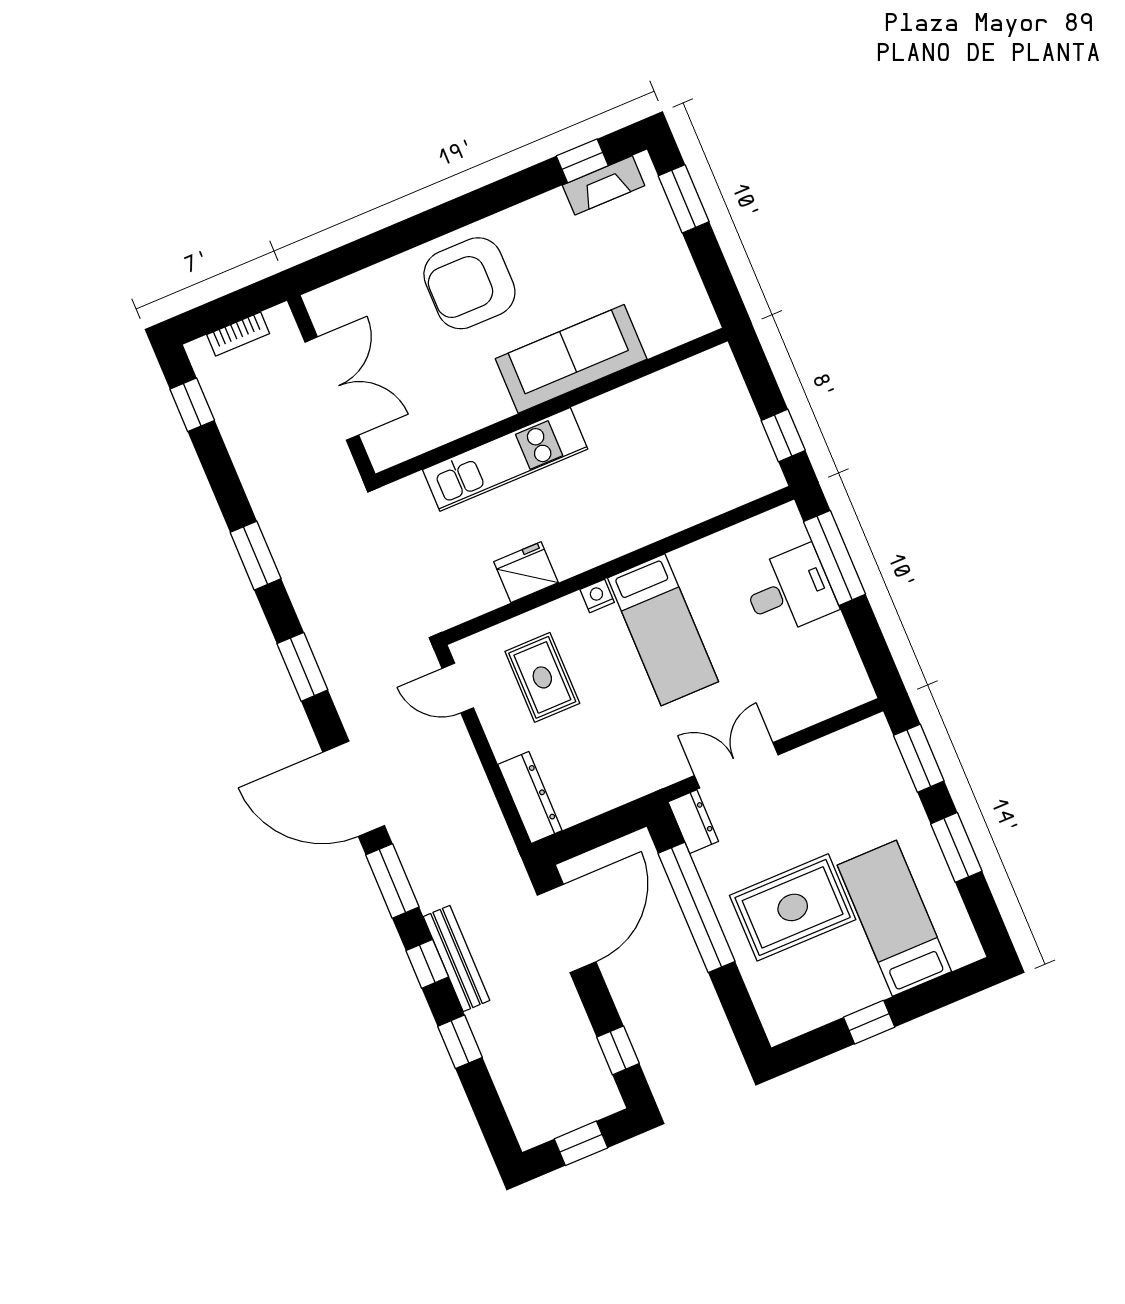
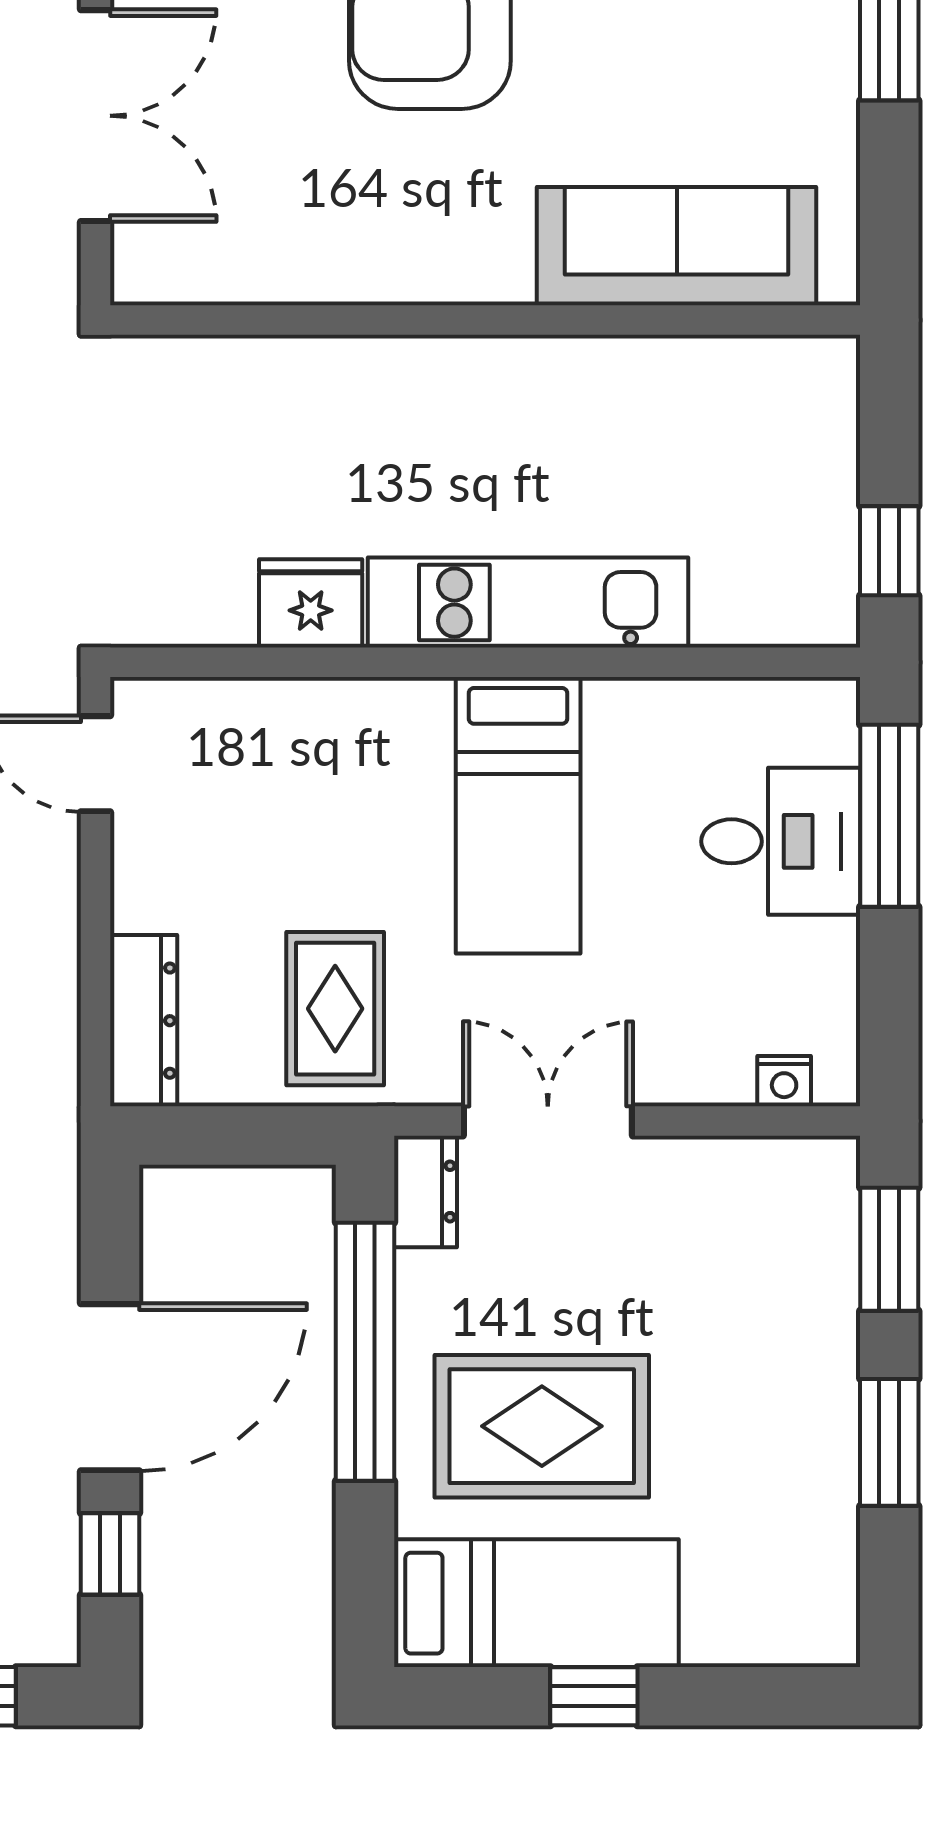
sofa: (571, 359) -> (677, 246), moved
kitchen unit: (505, 459) -> (528, 603), moved, turned 180
nightstand: (597, 596) -> (784, 1081), moved, turned 180
rug: (542, 677) -> (335, 1009), moved
bed: (894, 918) -> (536, 1603), moved, turned 90
door: (567, 928) -> (110, 1387), moved

